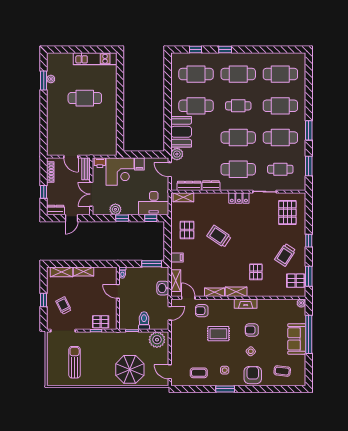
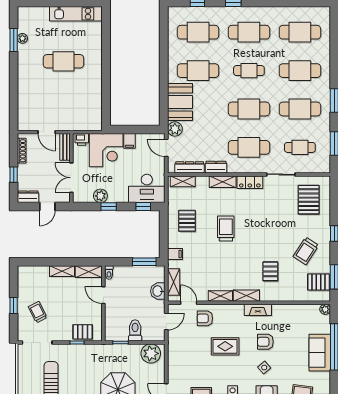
shelving: (216, 198) -> (223, 182), added
trolley: (219, 236) -> (226, 229), turned 56
shelving: (62, 272) -> (89, 272), moved

